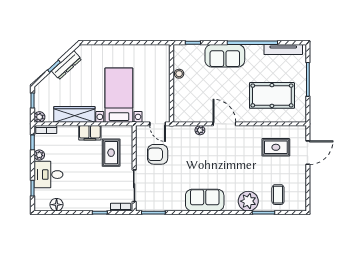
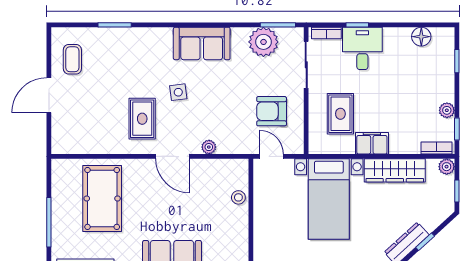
stool: (179, 74) -> (238, 197), moved
pool table: (272, 95) -> (102, 198), turned 90
rug: (276, 147) -> (142, 119), moved, turned 90
door: (308, 153) -> (49, 95), moved
armchair: (158, 154) -> (272, 111), turned 180
side table: (221, 167) -> (178, 92), added
desk: (48, 175) -> (362, 48), moved, turned -90
coffee table: (278, 195) -> (72, 59), moved
plant: (248, 201) -> (263, 42), moved

